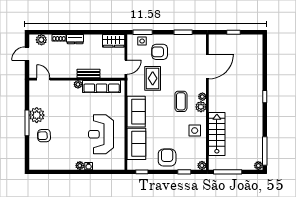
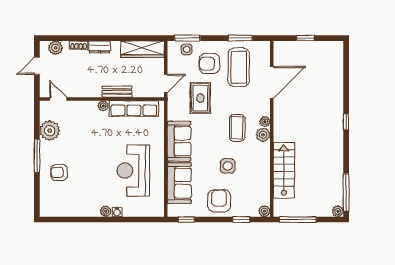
wardrobe: (114, 41) -> (142, 49), width x1.50
coffee table: (182, 55) -> (239, 67), added
plant: (37, 115) -> (50, 131), moved
side table: (195, 131) -> (228, 166), moved

